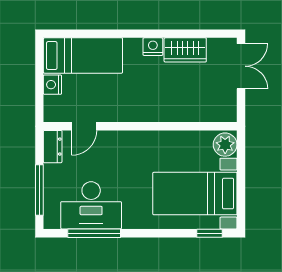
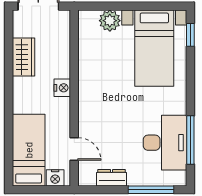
nightstand: (153, 47) -> (62, 88), moved, turned 180
door: (84, 126) -> (74, 149), moved
wall: (140, 126) -> (74, 98), moved

